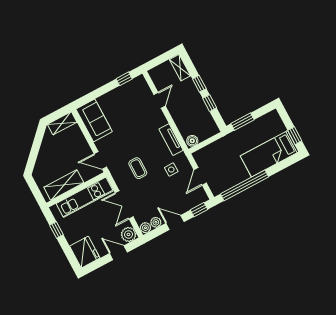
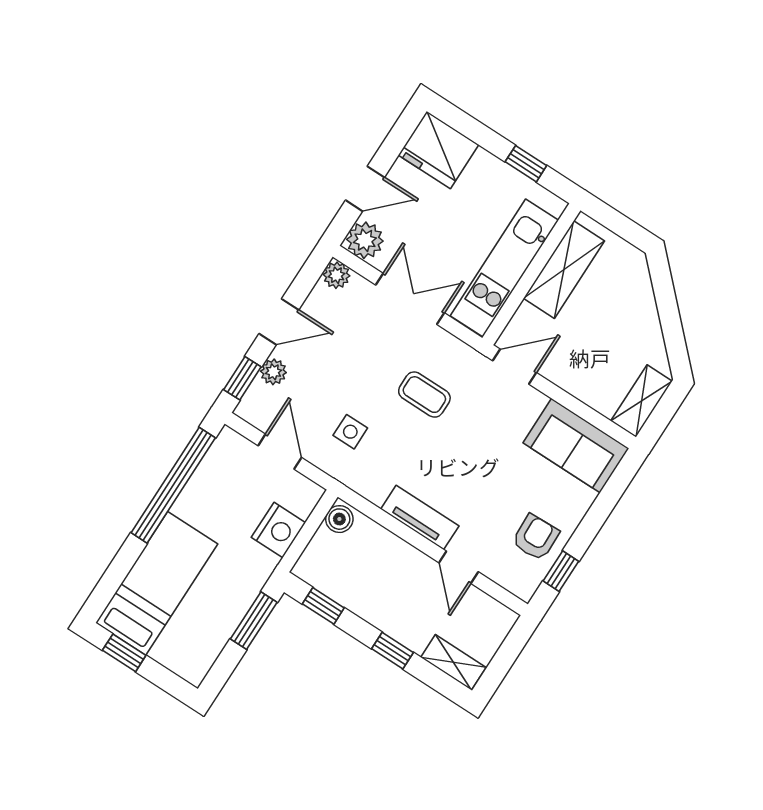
armchair: (126, 96) -> (536, 537), added
window: (210, 103) -> (323, 606), moved
tv unit: (171, 140) -> (420, 517), moved
nightstand: (216, 149) -> (278, 530), added
plant: (156, 222) -> (273, 372), moved

